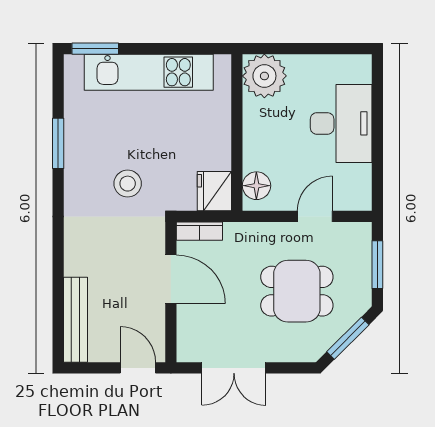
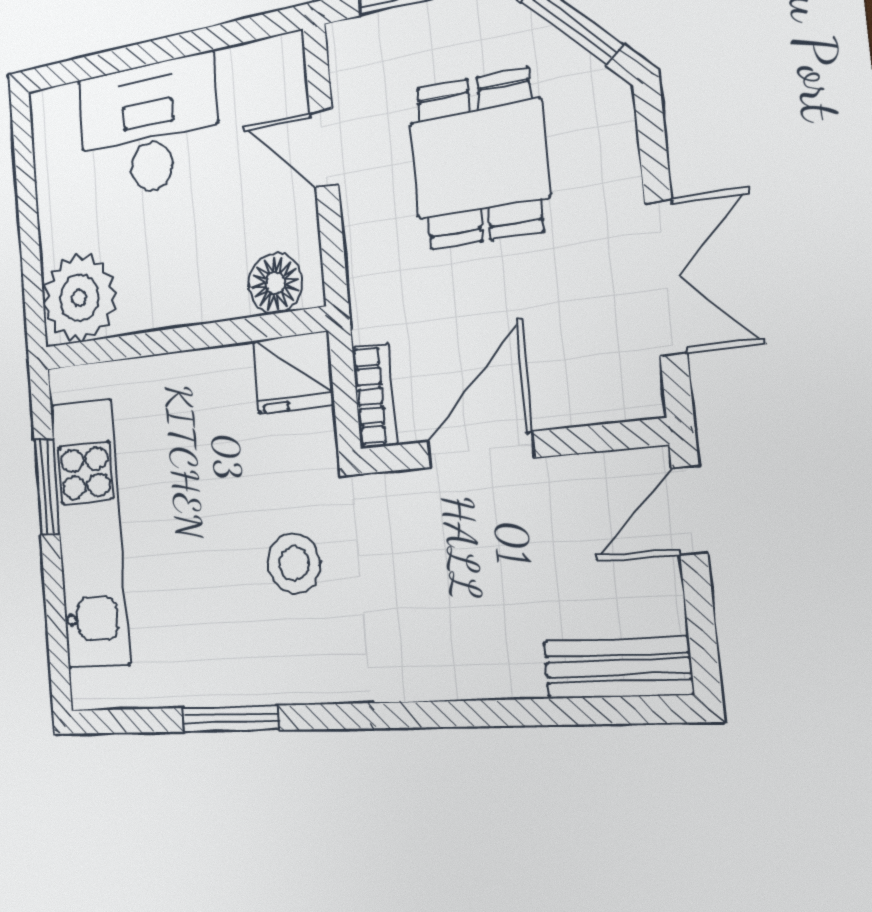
window: (95, 49) -> (47, 487), moved
bench: (75, 320) -> (617, 668), width x0.73

